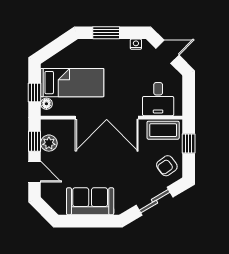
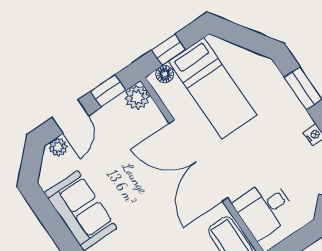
plant: (49, 143) -> (137, 97), moved
plant: (47, 190) -> (58, 147), added

